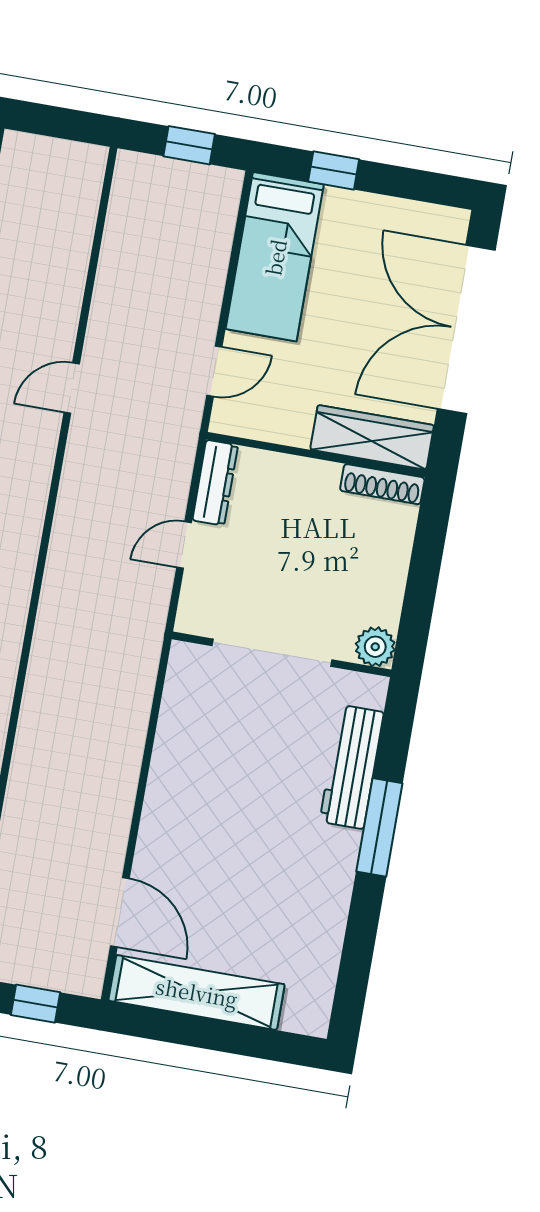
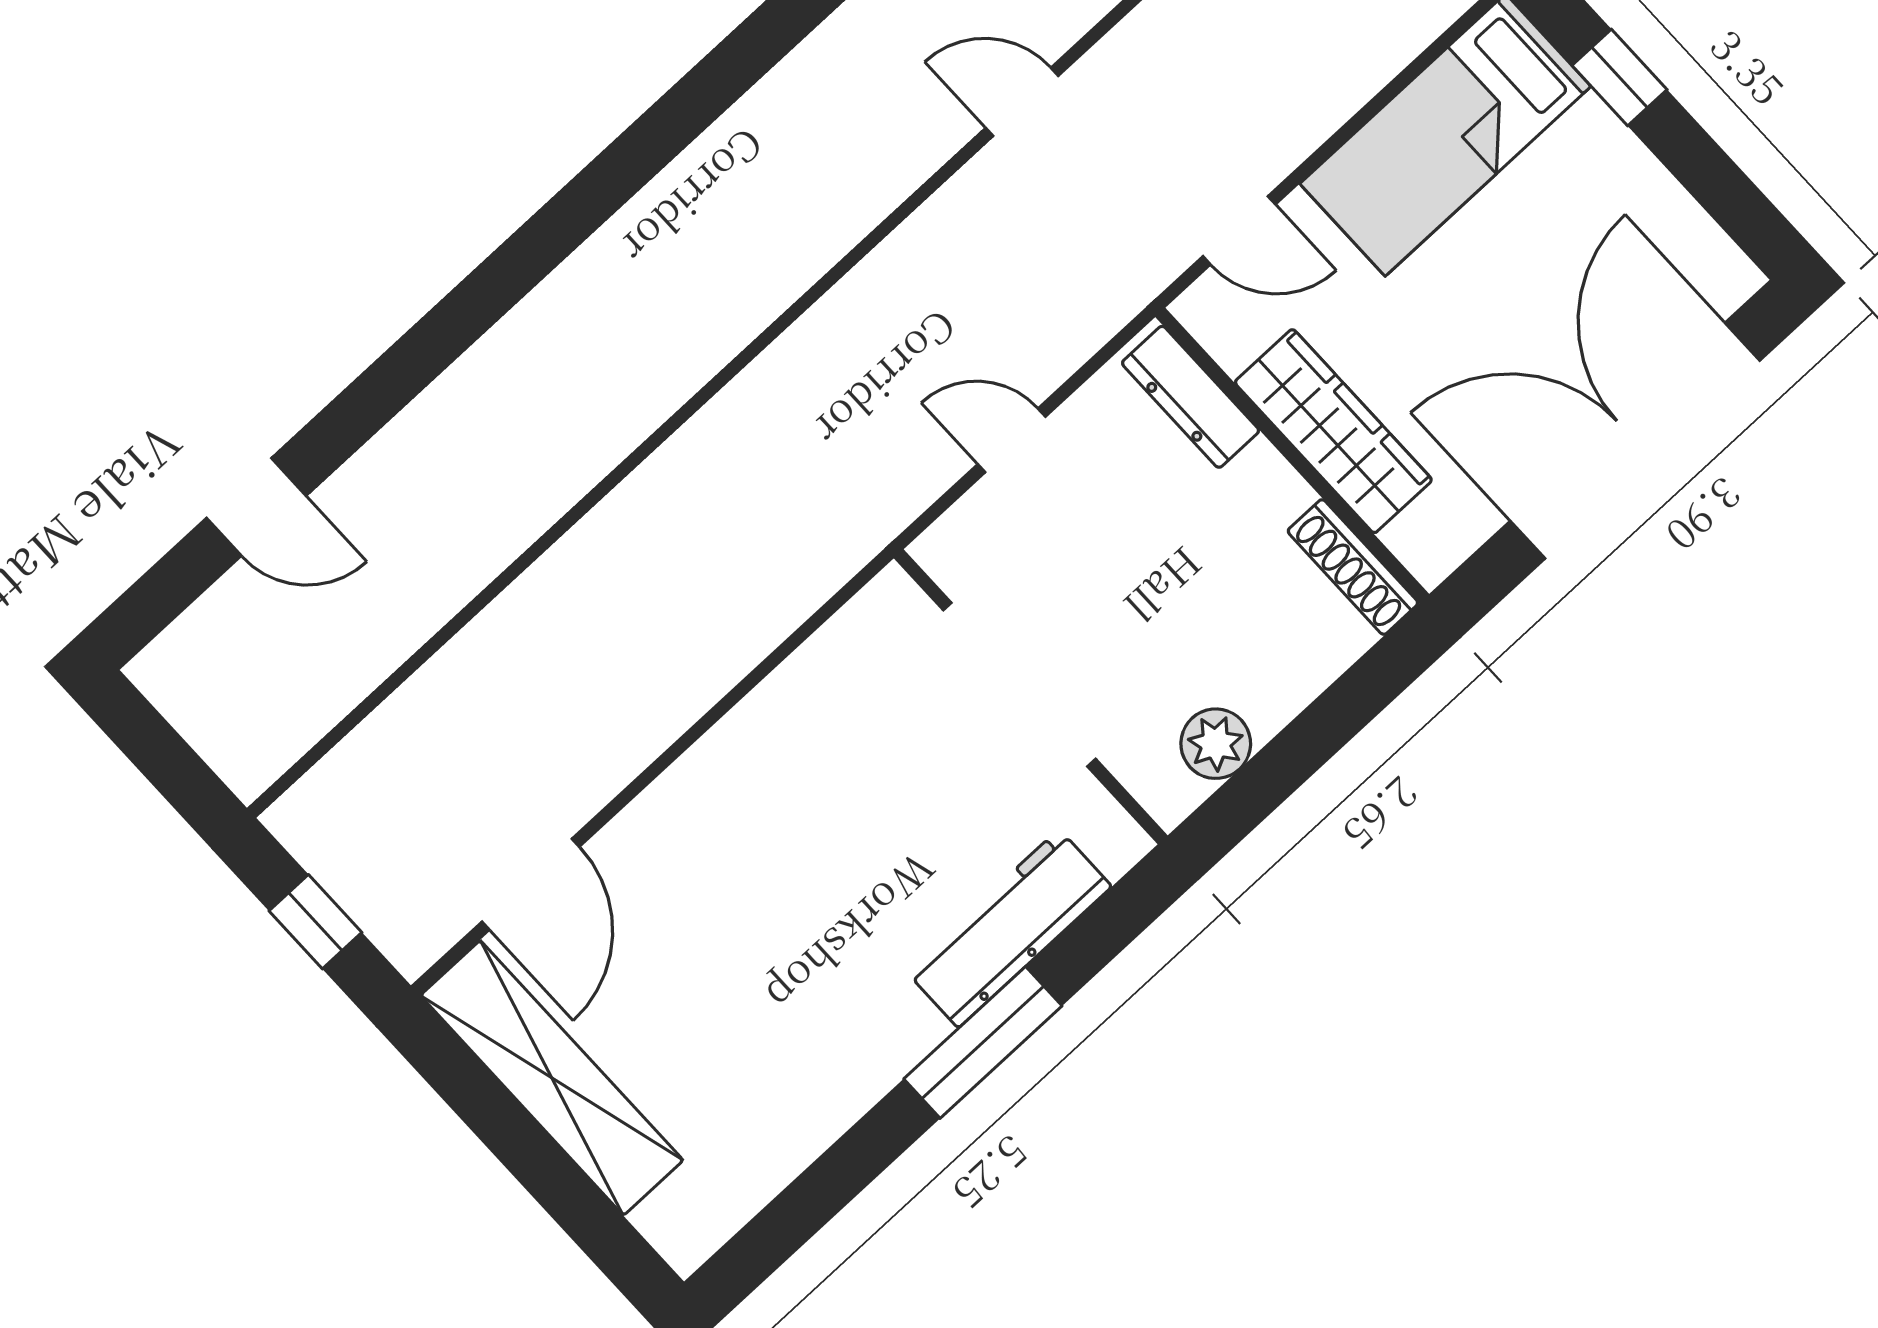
wardrobe: (372, 437) -> (1333, 431), moved
dresser: (215, 483) -> (1191, 397), moved, turned 90
plant: (375, 647) -> (1216, 744), moved

